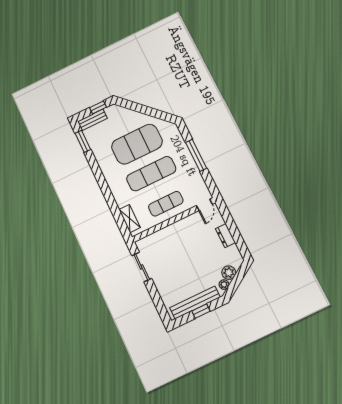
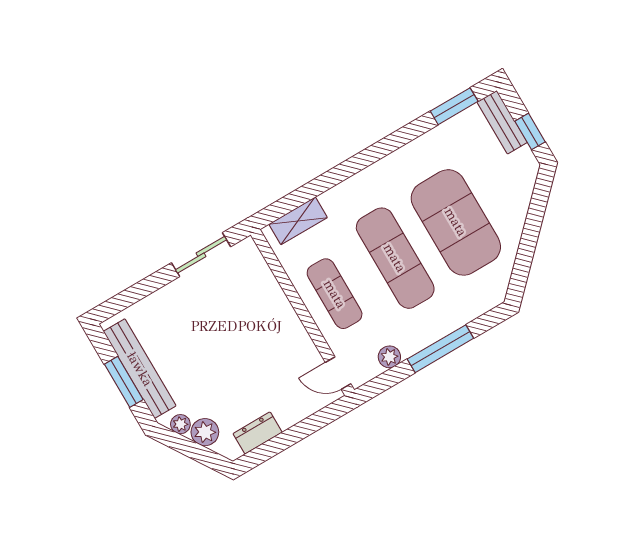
plant: (198, 180) -> (389, 357), added
dresser: (225, 236) -> (258, 433), moved
window: (201, 311) -> (124, 382), width x1.50

